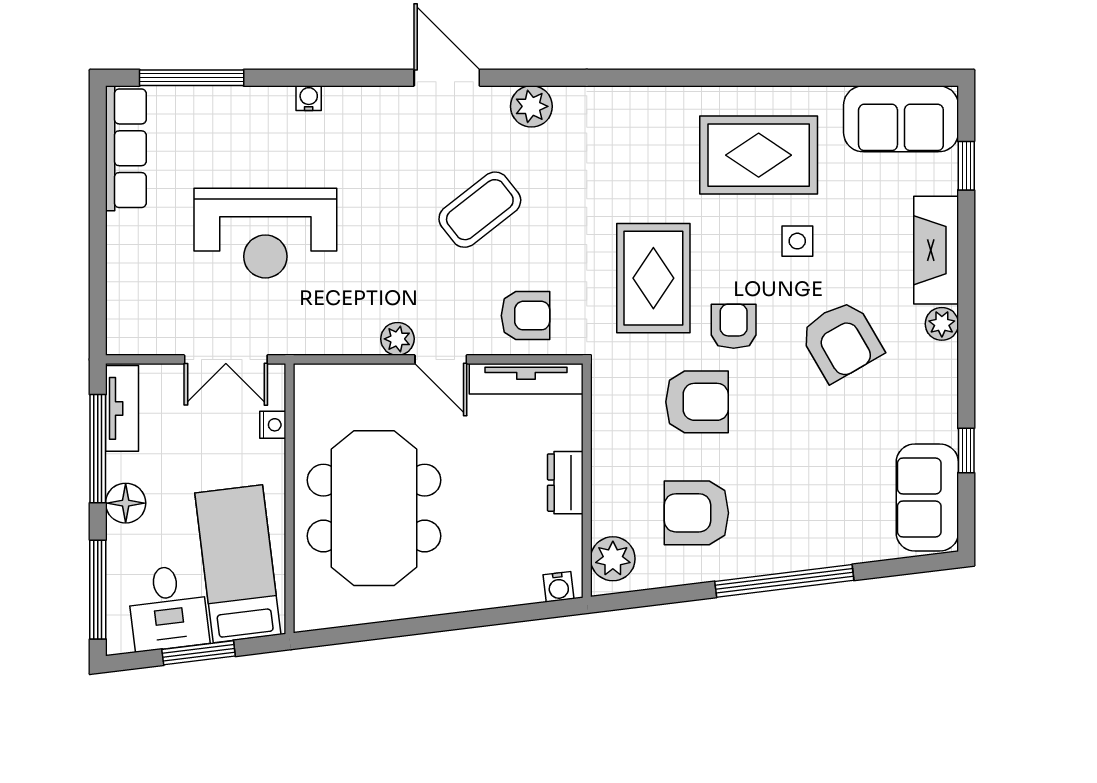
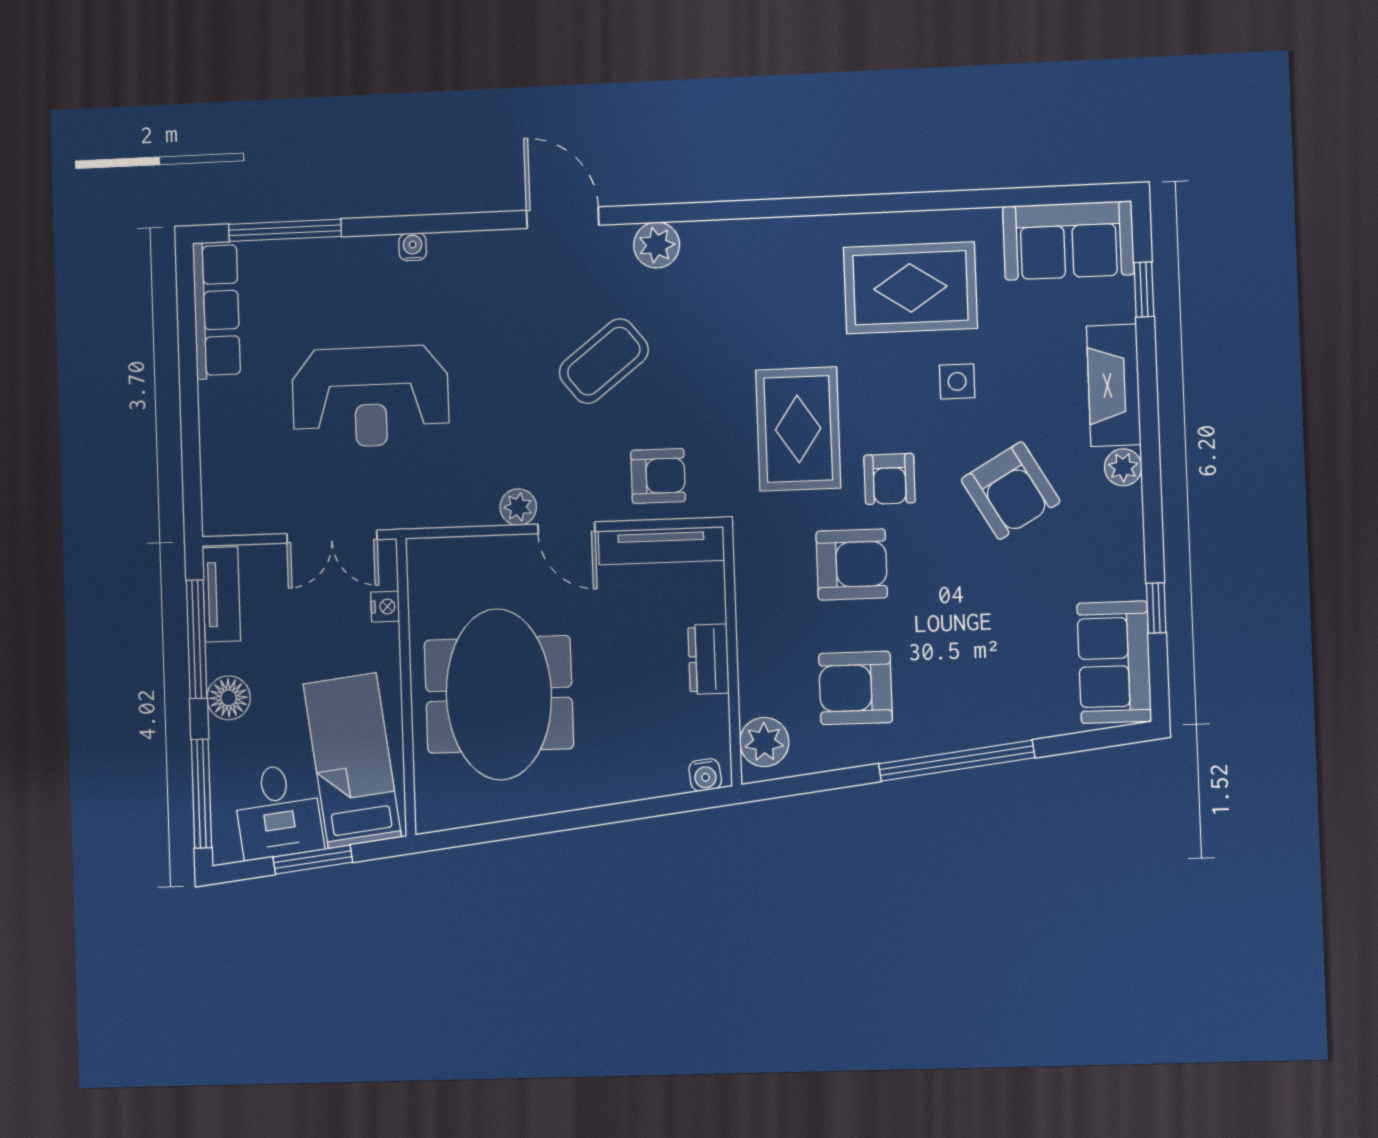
armchair: (734, 326) -> (889, 479), turned 180

